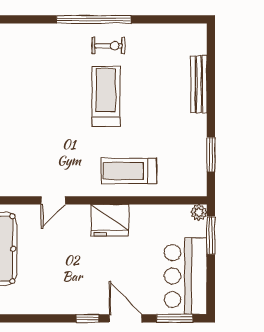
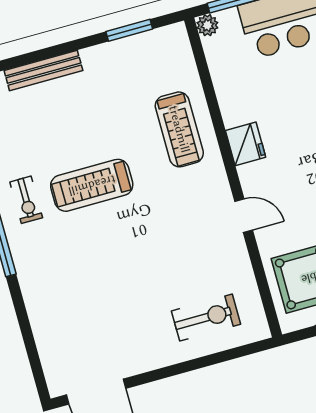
exercise bike: (108, 46) -> (26, 200), turned 180
fridge: (110, 220) -> (246, 144), width x0.73, depth x0.75

